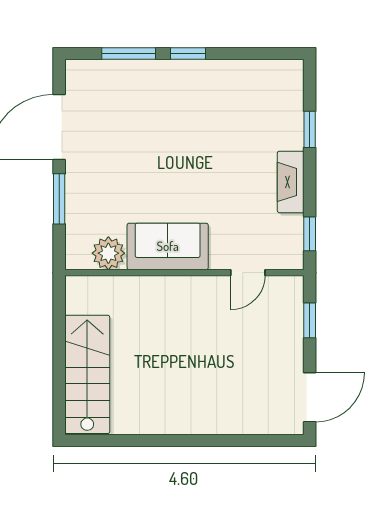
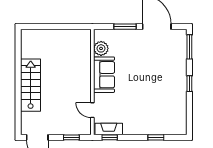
window: (129, 54) -> (189, 47), moved
fireplace: (291, 182) -> (109, 129), moved
stairs: (87, 374) -> (31, 85), moved, turned -90

